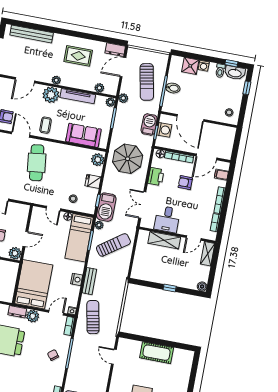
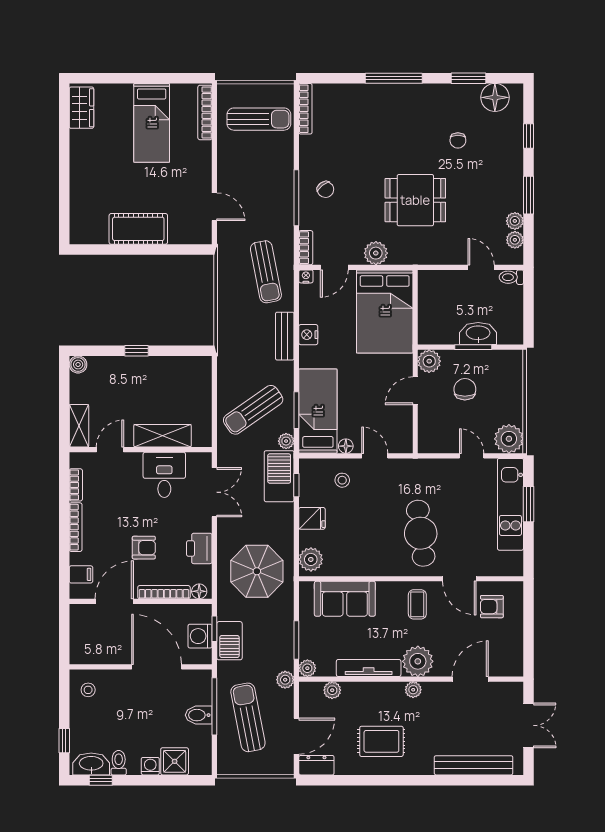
dresser: (17, 312) -> (405, 256), removed

